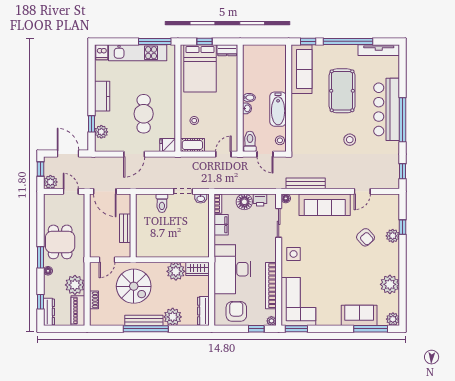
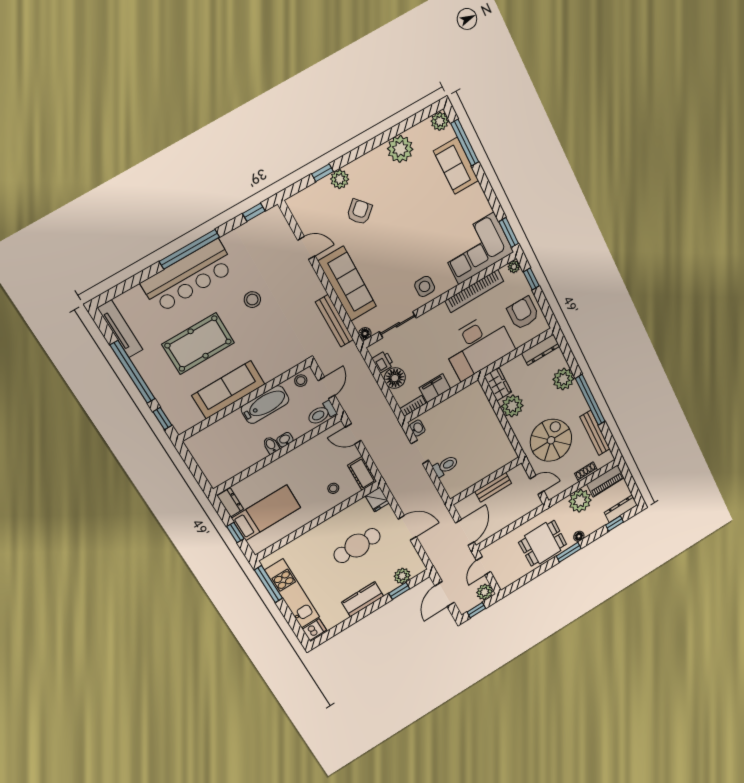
bed: (200, 68) -> (266, 513), width x0.67
sofa: (302, 69) -> (228, 390), moved
armchair: (236, 311) -> (523, 313), turned 90
bench: (144, 320) -> (595, 433), moved

